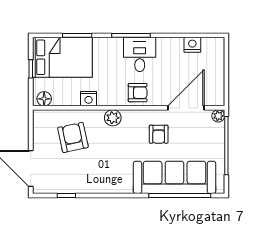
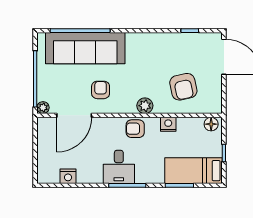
bed: (62, 57) -> (193, 171), width x0.67
armchair: (138, 93) -> (135, 129), moved

